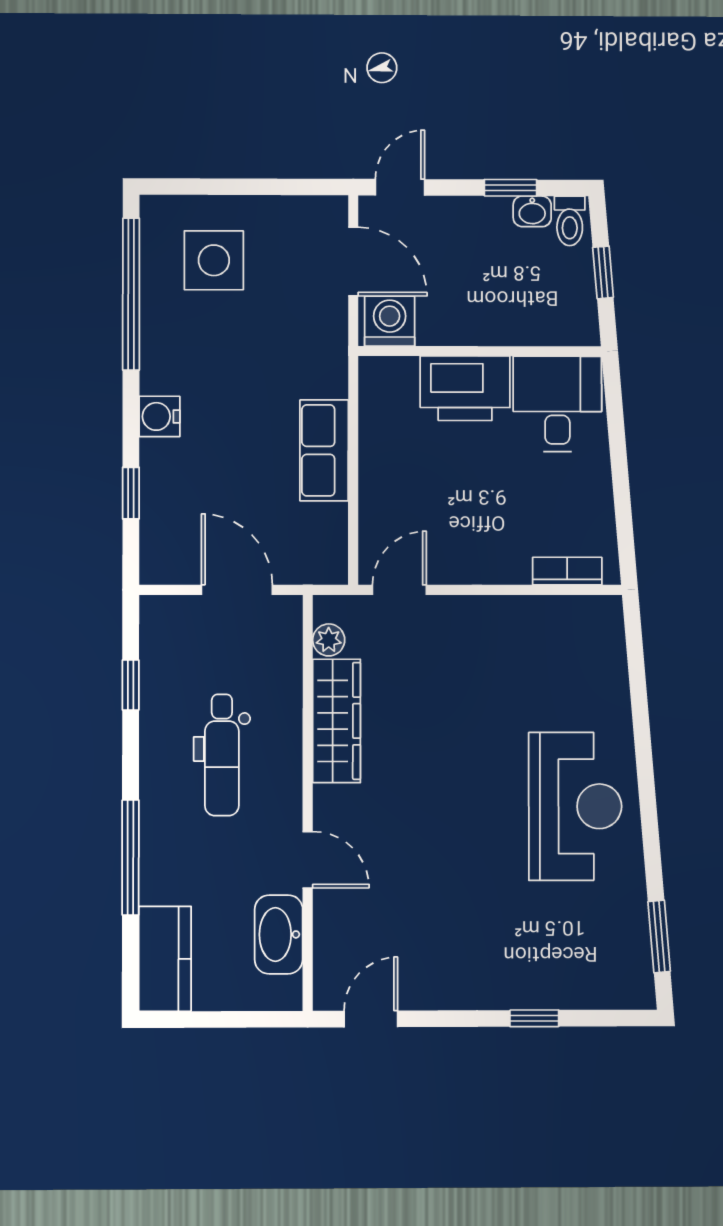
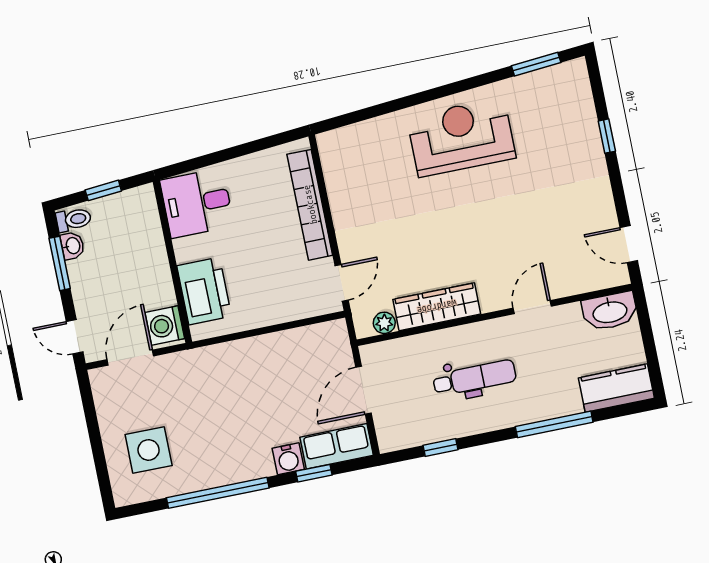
window: (510, 188) -> (60, 263), width x1.50
window: (131, 294) -> (218, 493), moved
printer: (465, 388) -> (204, 291), moved
water cooler: (160, 416) -> (288, 459), moved
row of seats: (324, 450) -> (337, 446), moved, turned 180
bookcase: (567, 571) -> (310, 205), width x2.31, depth x1.31
door: (399, 590) -> (342, 283), swing flipped
washbasin: (279, 934) -> (610, 311), moved

